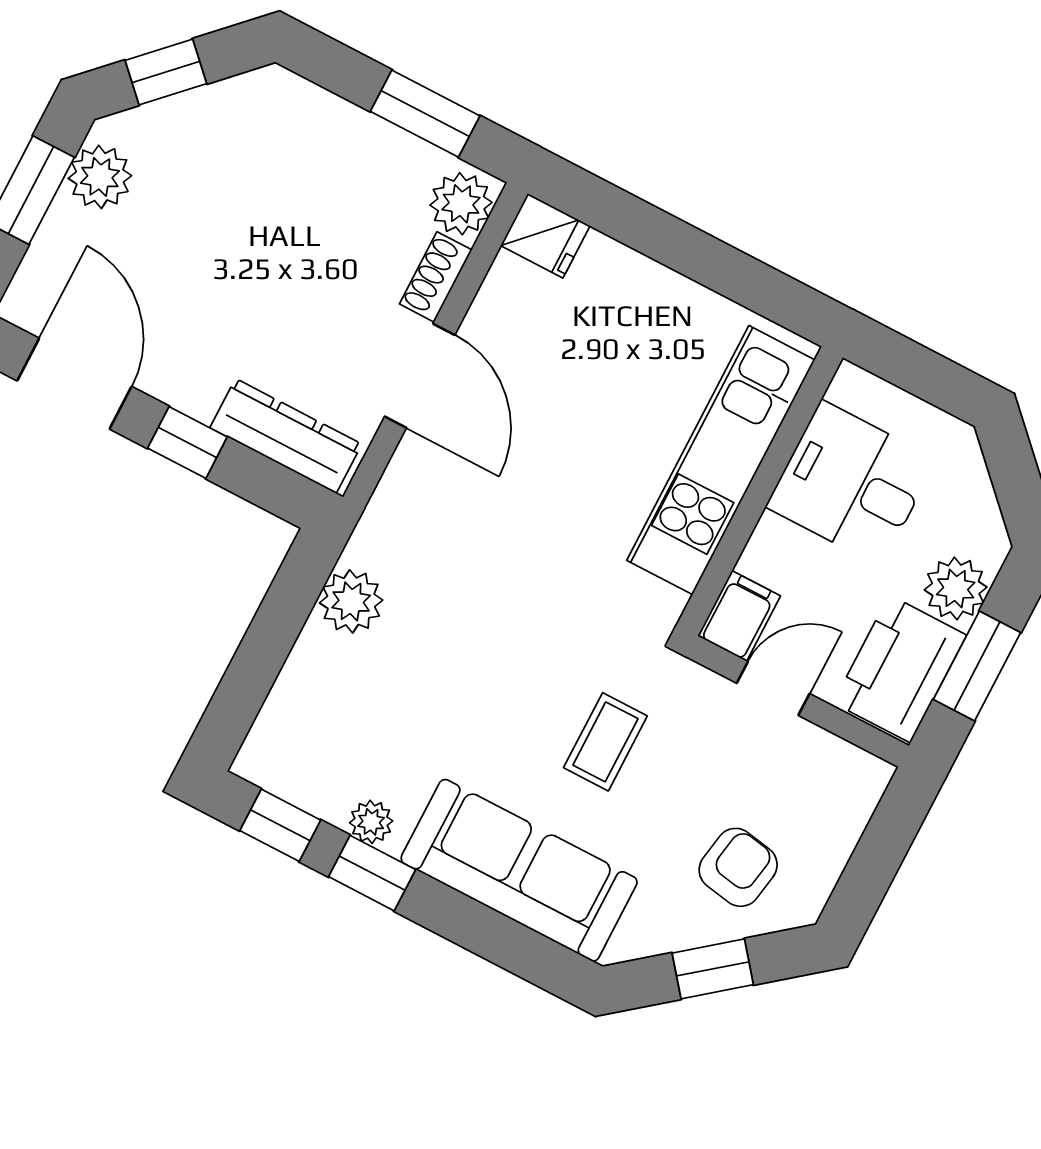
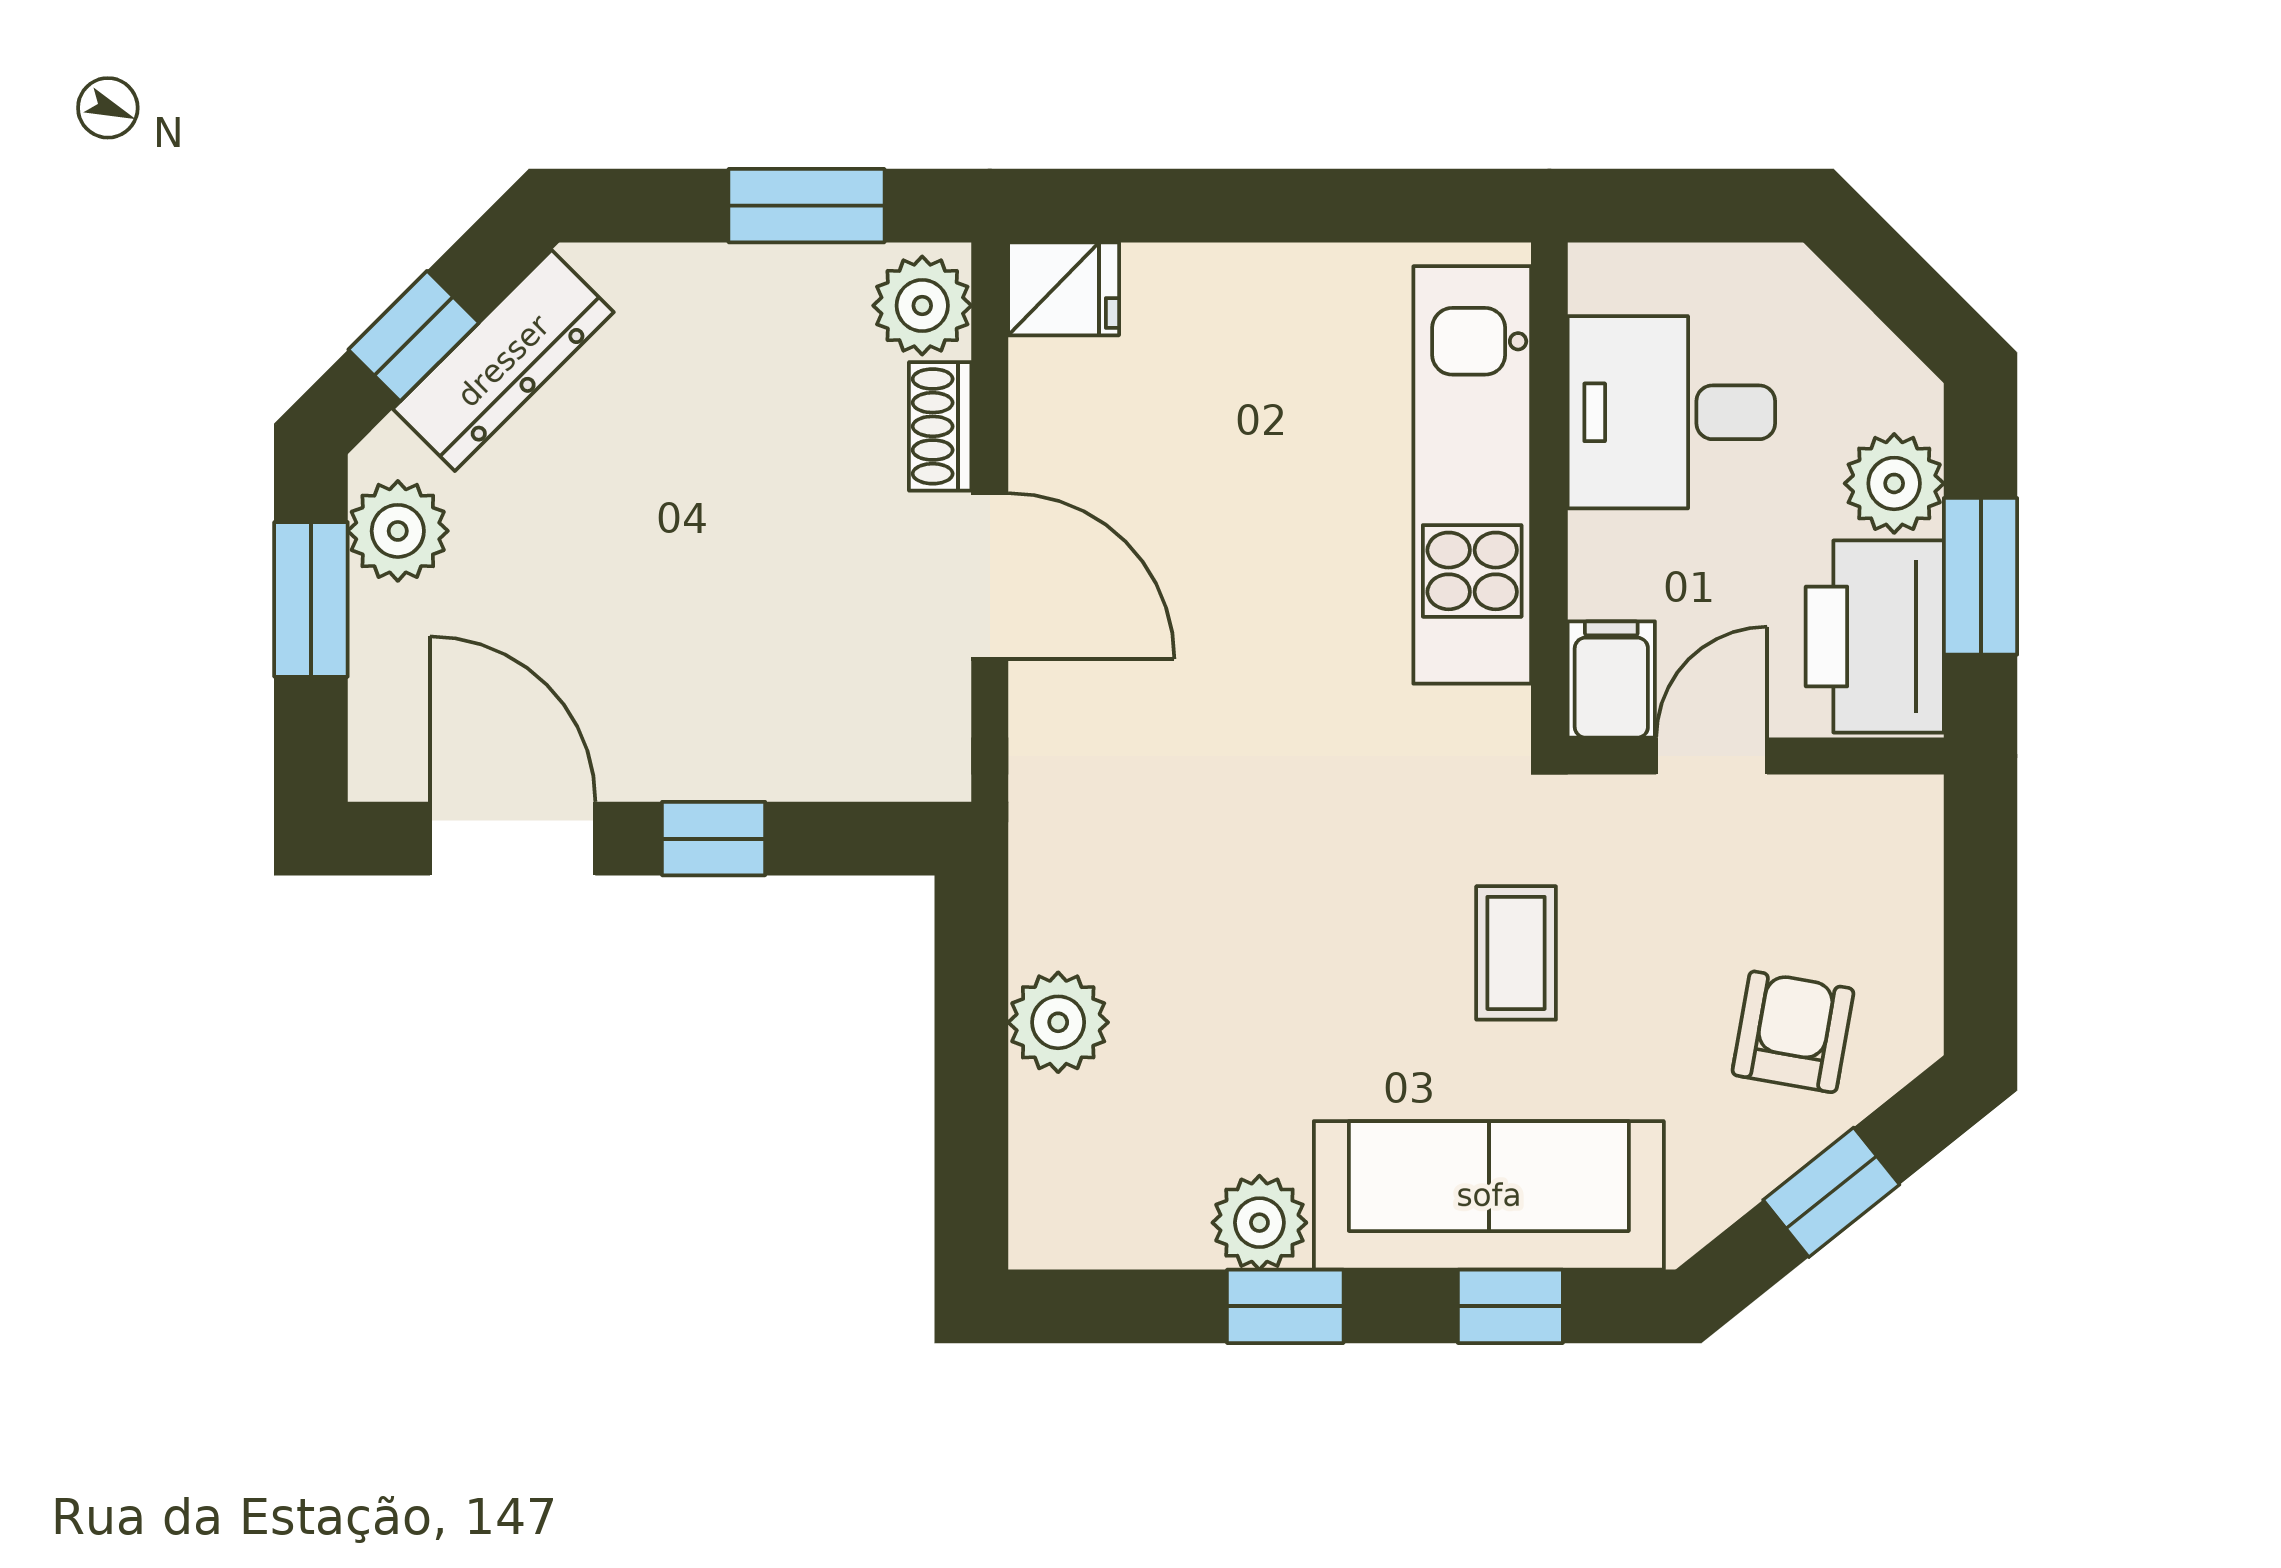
dresser: (286, 436) -> (503, 361), moved, turned 135
plant: (351, 601) -> (1058, 1022), moved
plant: (371, 822) -> (1259, 1223), width x1.38, depth x1.38
window: (280, 825) -> (1510, 1306), moved

